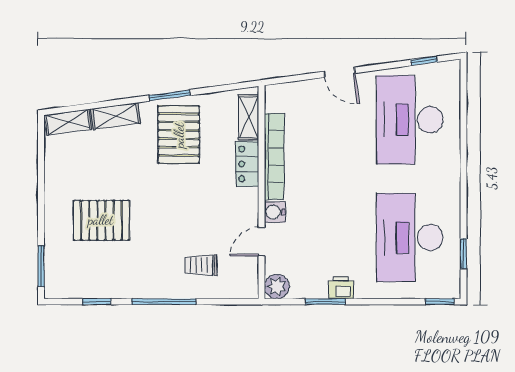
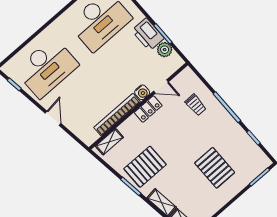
locker: (247, 164) -> (148, 109), moved
plant: (277, 287) -> (165, 50), moved
printer: (341, 288) -> (148, 34), width x1.87, depth x1.48

